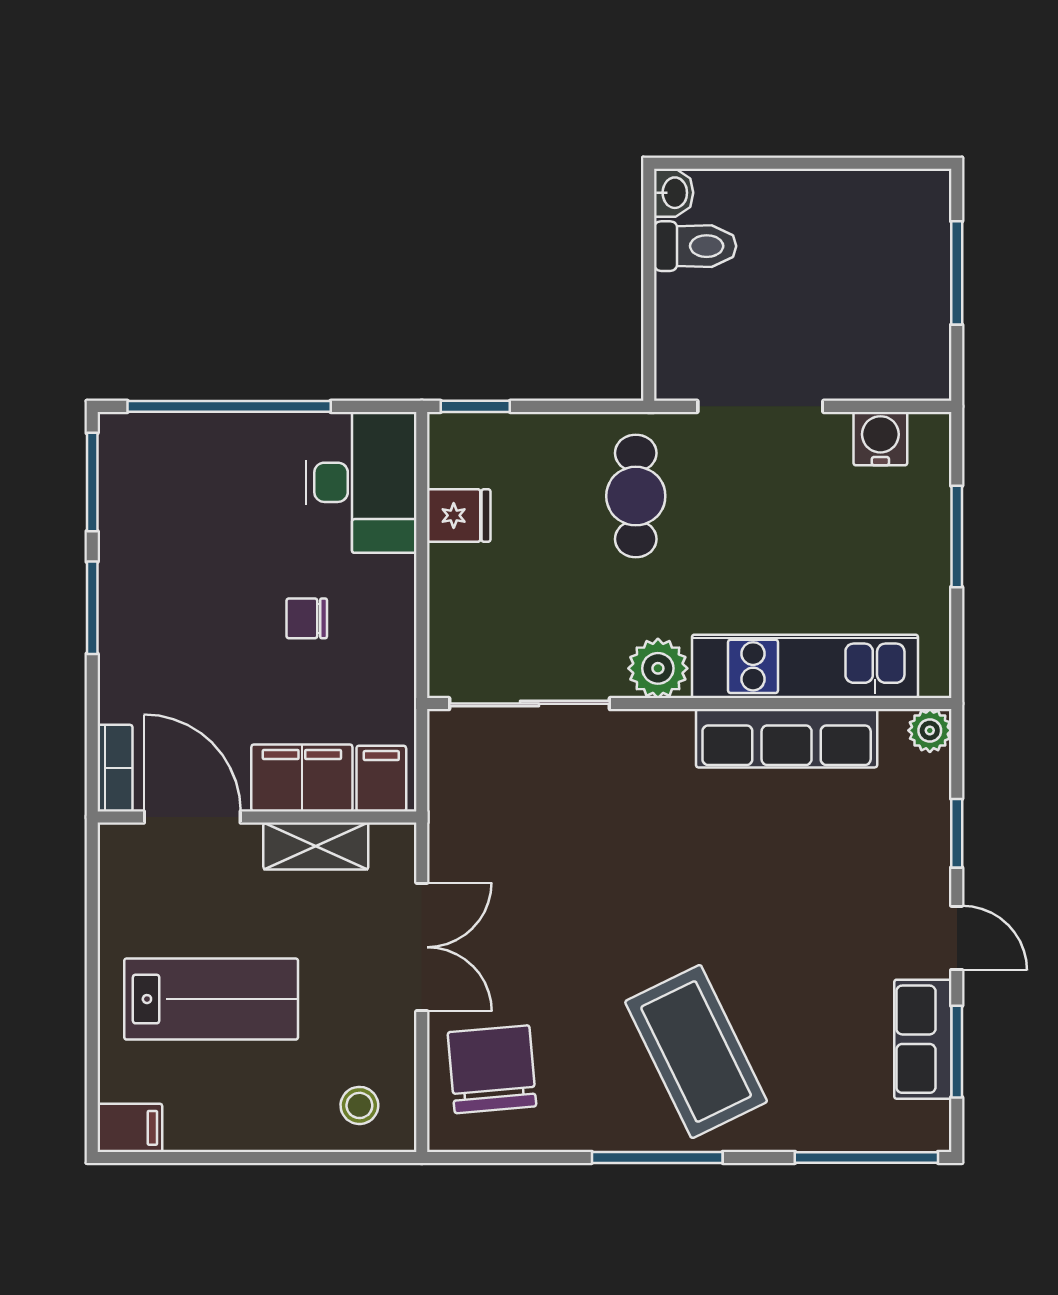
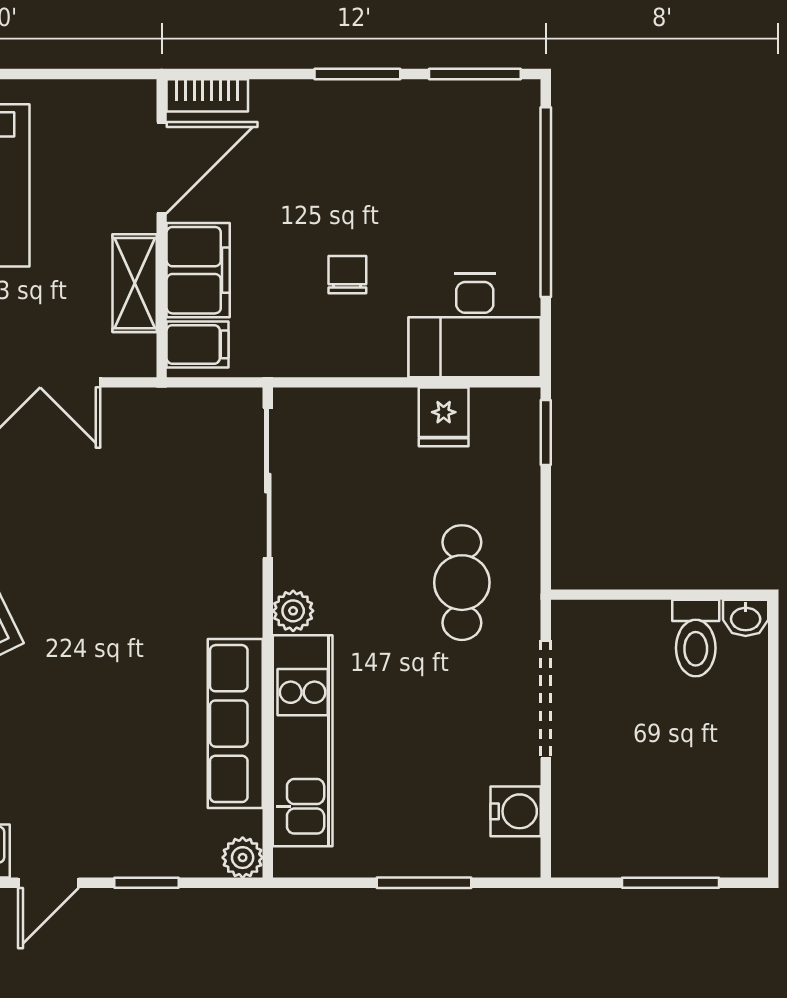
cafe table: (636, 496) -> (462, 583), turned 90
plant: (658, 668) -> (293, 611), width x0.73, depth x0.73

